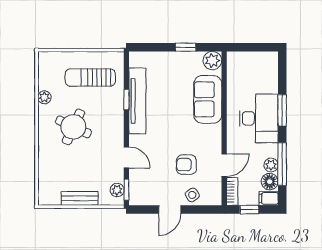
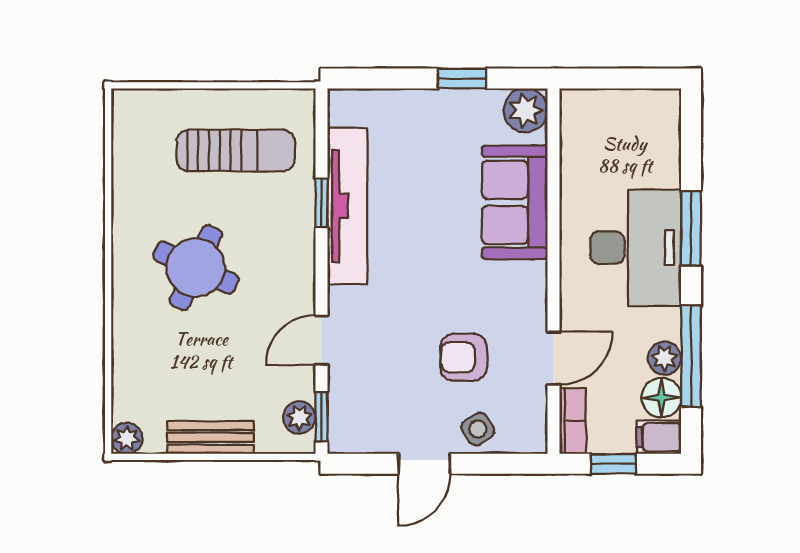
sun lounger: (90, 78) -> (236, 150), turned 180
plant: (44, 97) -> (127, 438), moved
door: (126, 157) -> (321, 340), swing flipped

